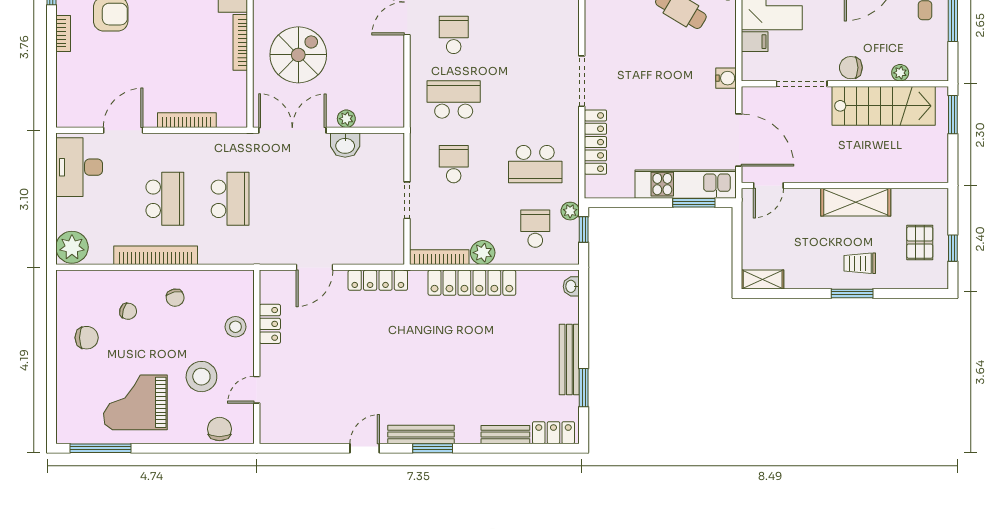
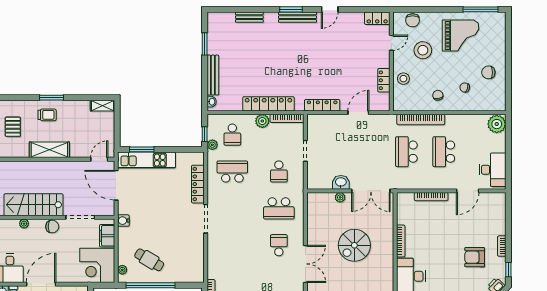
school desk: (454, 35) -> (279, 245), turned 180
filing cabinet: (755, 42) -> (107, 236), width x2.00
spiral stairs: (298, 55) -> (354, 245), moved
bookcase: (156, 255) -> (421, 119), moved
bench: (569, 360) -> (213, 75), moved
locker: (553, 433) -> (377, 18), moved

